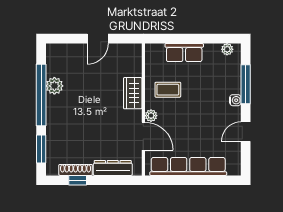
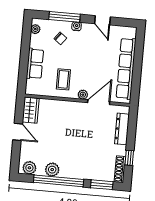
plant: (54, 57) -> (29, 168), added
chair: (218, 81) -> (60, 38), added
wardrobe: (133, 93) -> (31, 110), moved, turned -90
shoe rack: (76, 170) -> (120, 169), moved

